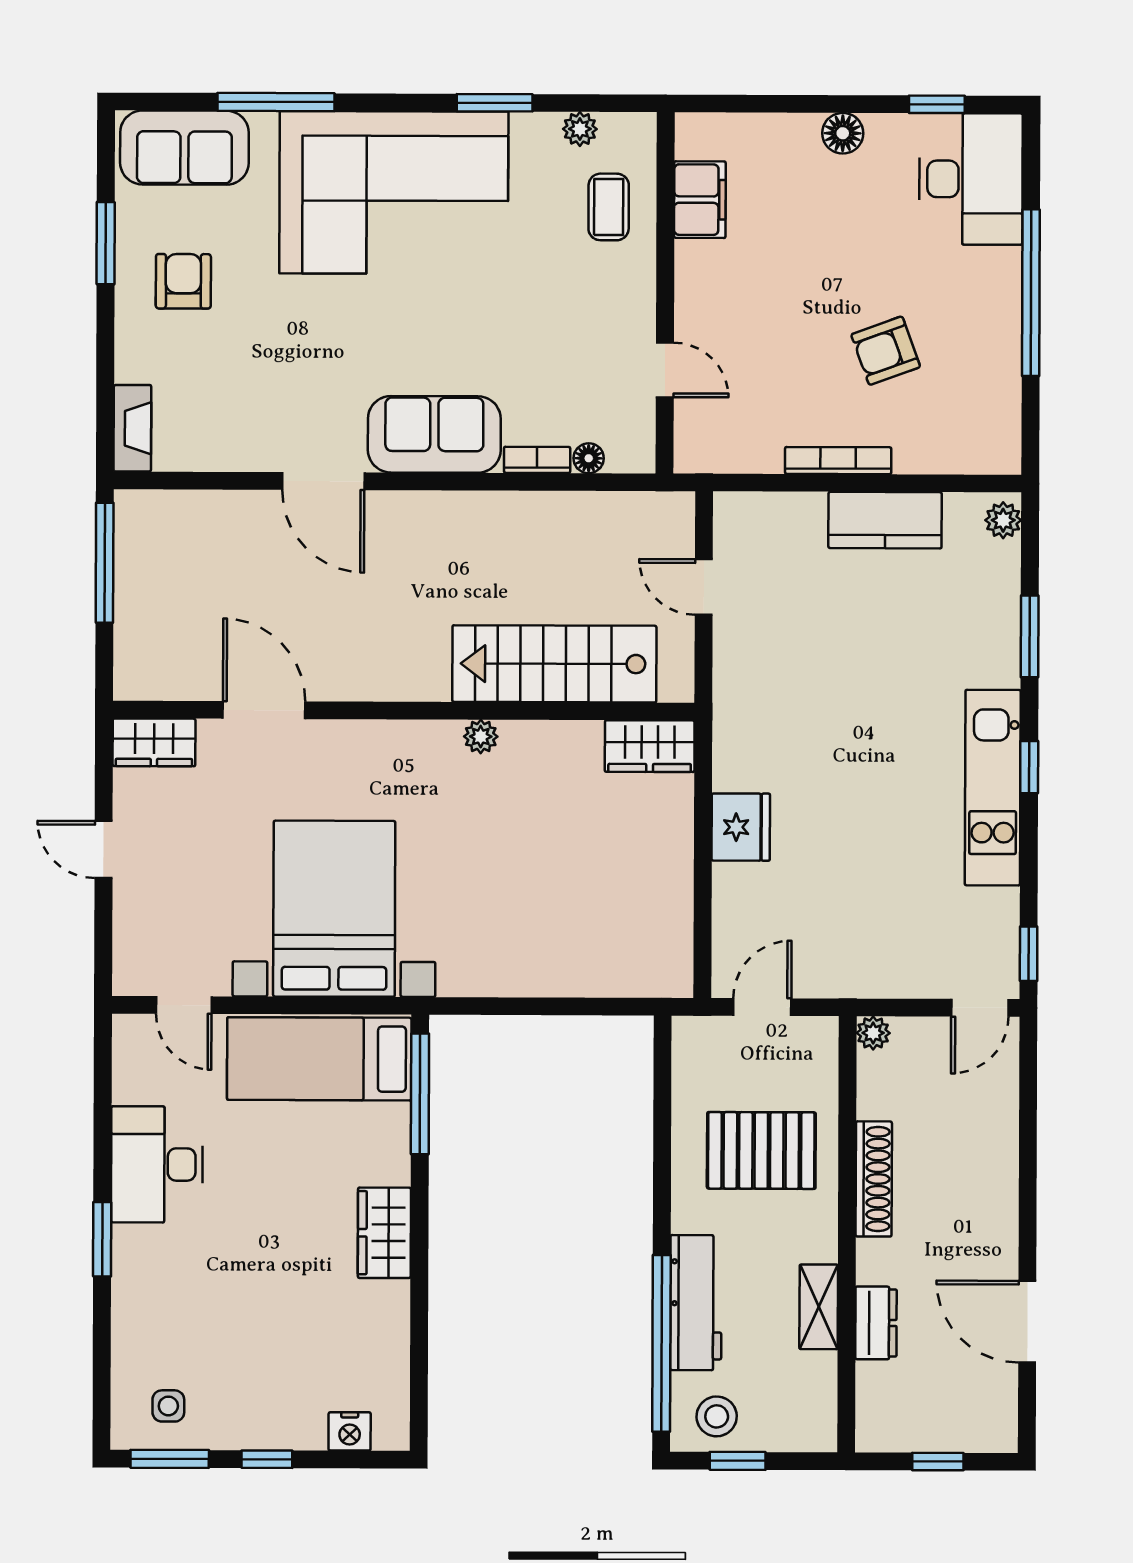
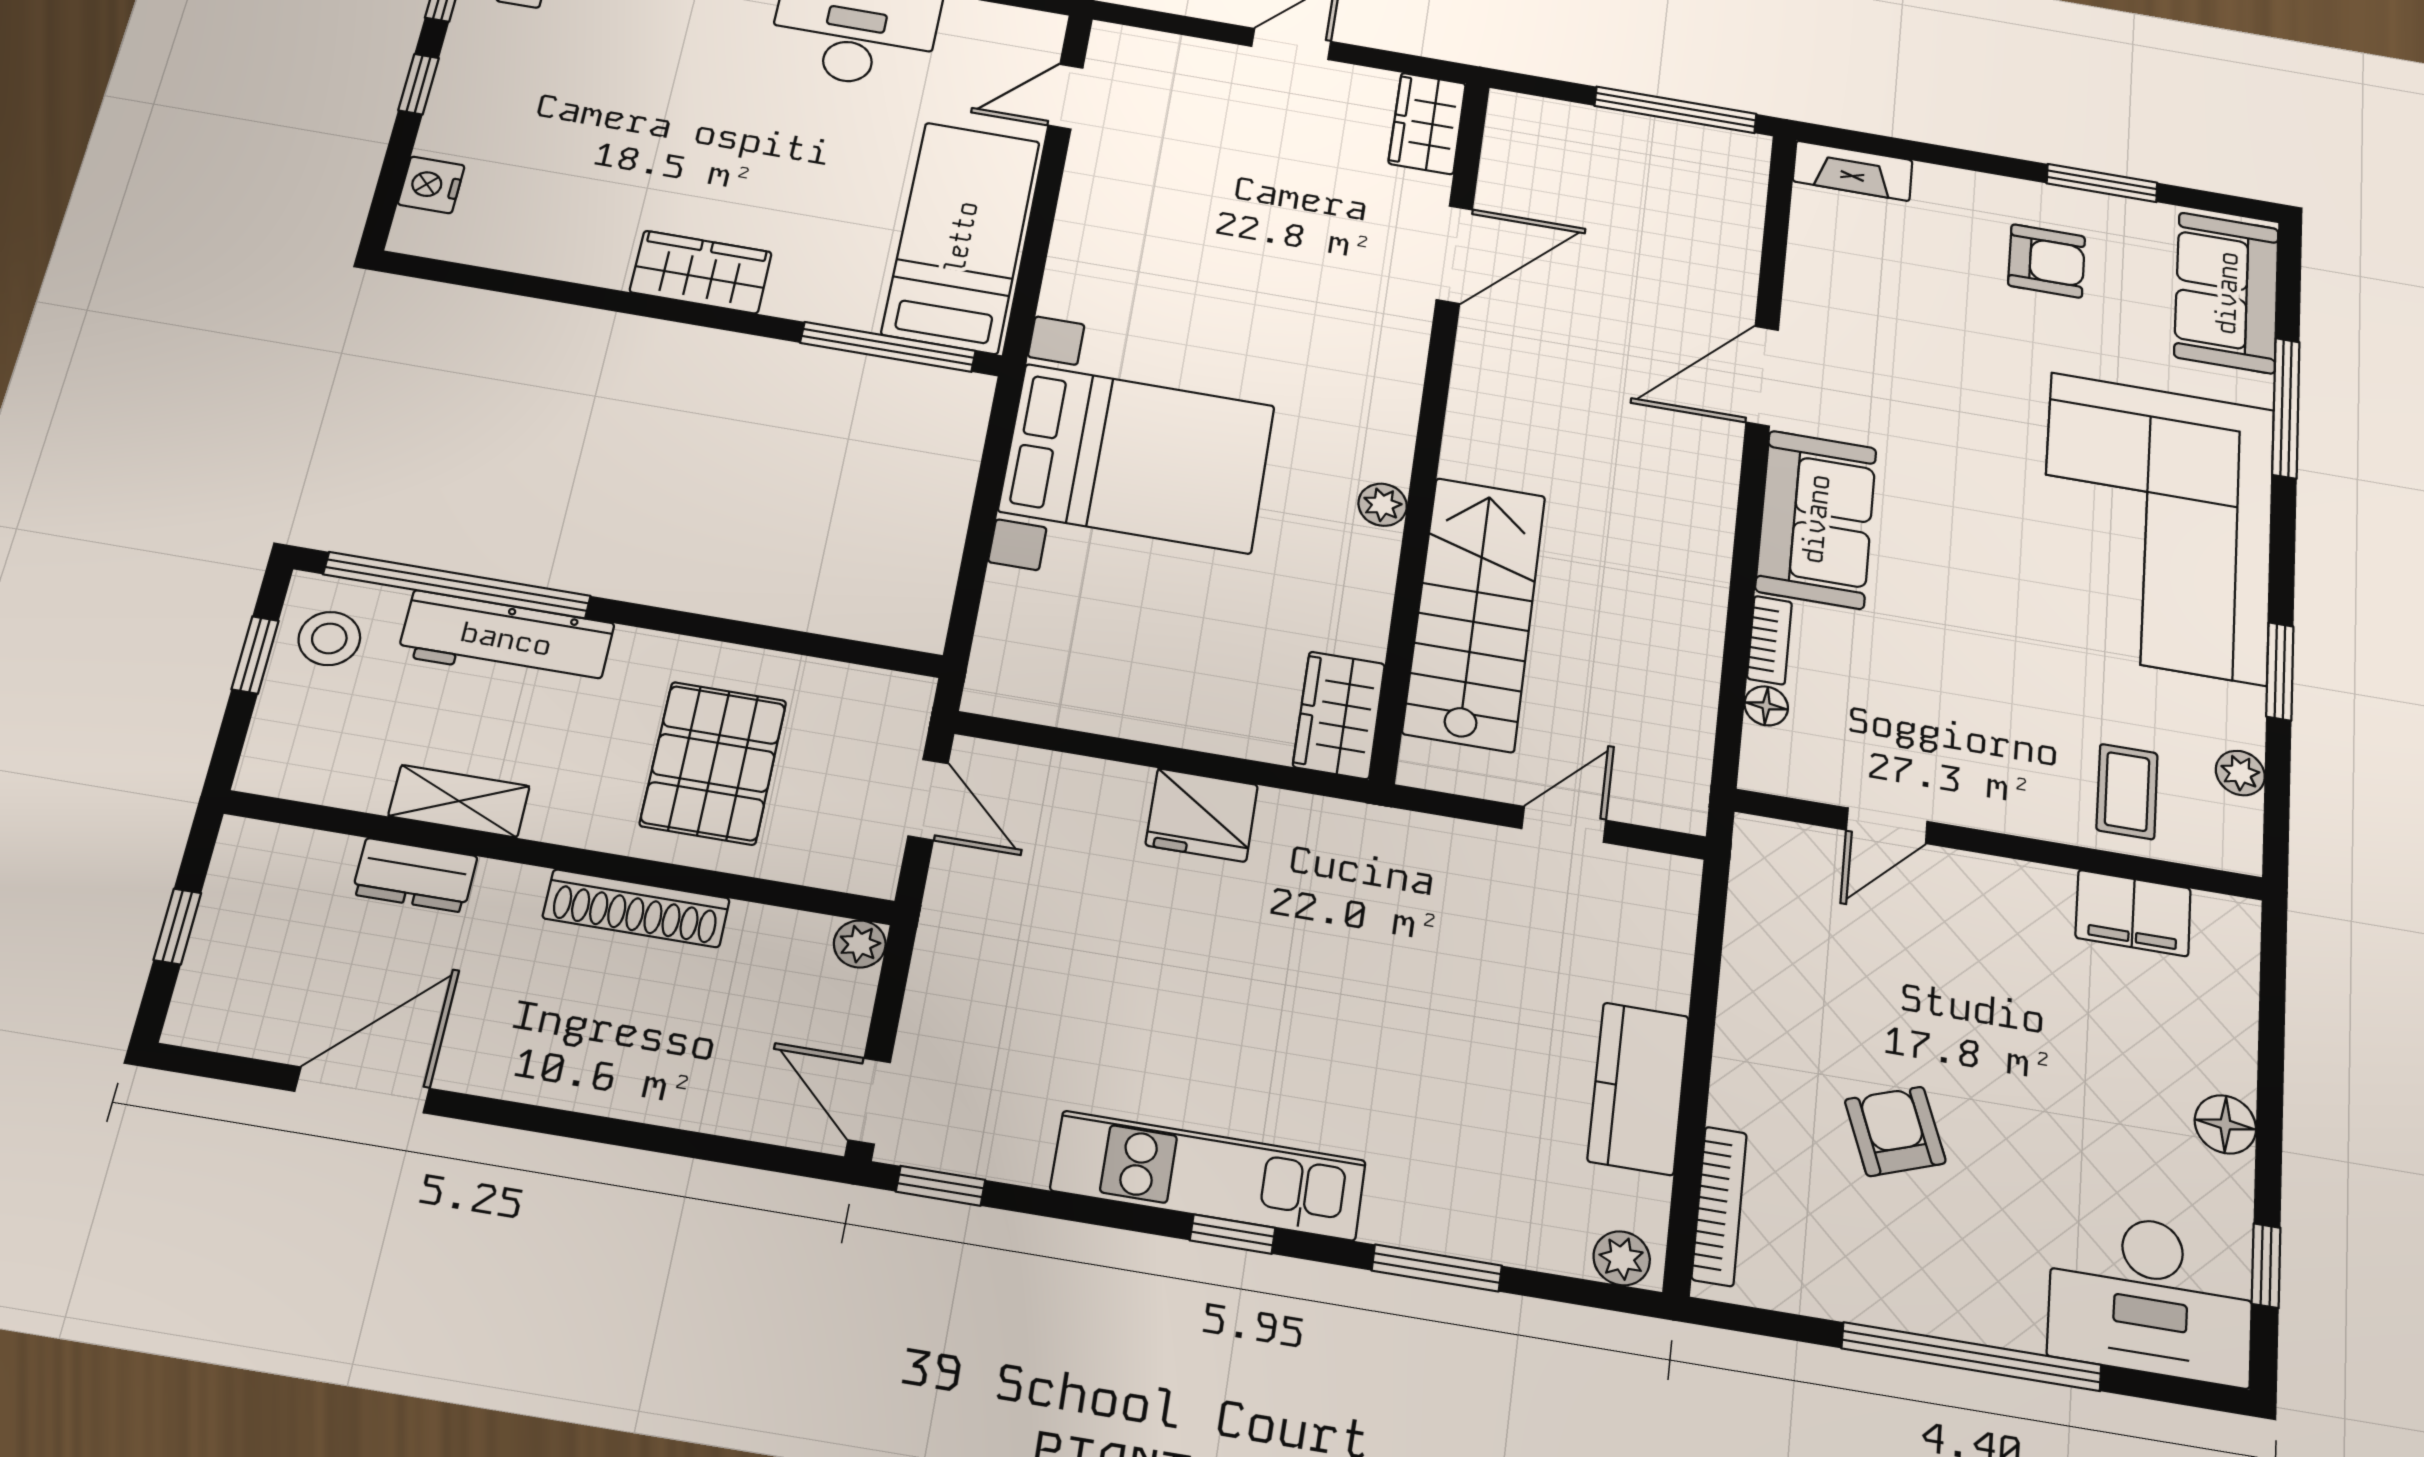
coffee table: (609, 207) -> (2127, 792), turned 90
bookcase: (838, 461) -> (1719, 1206), moved
bed with nightstands: (334, 909) -> (1137, 458), moved

